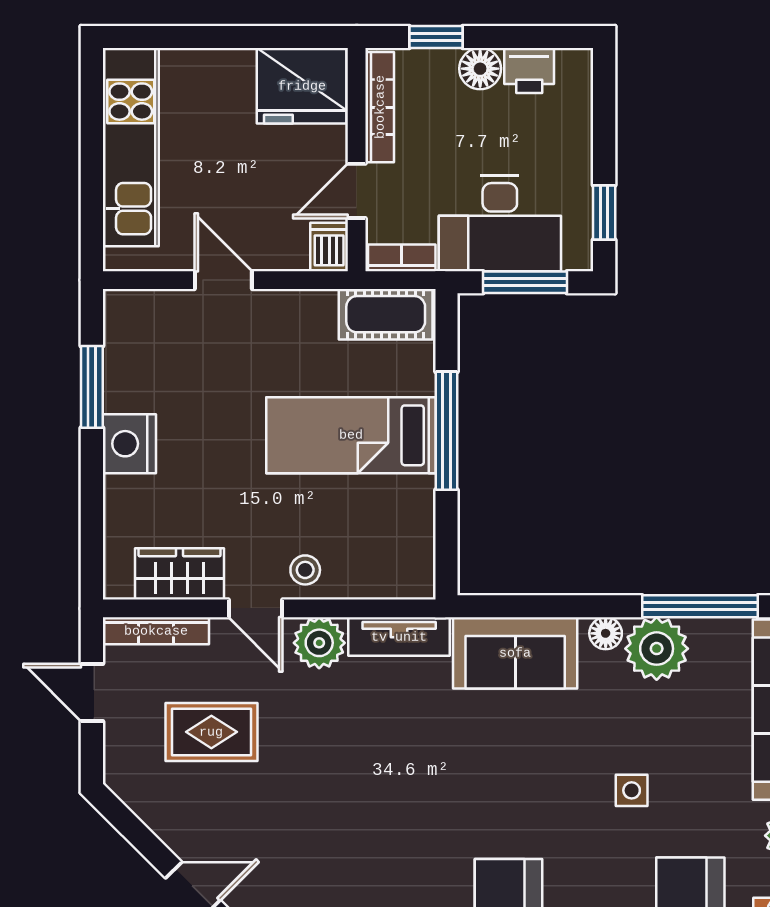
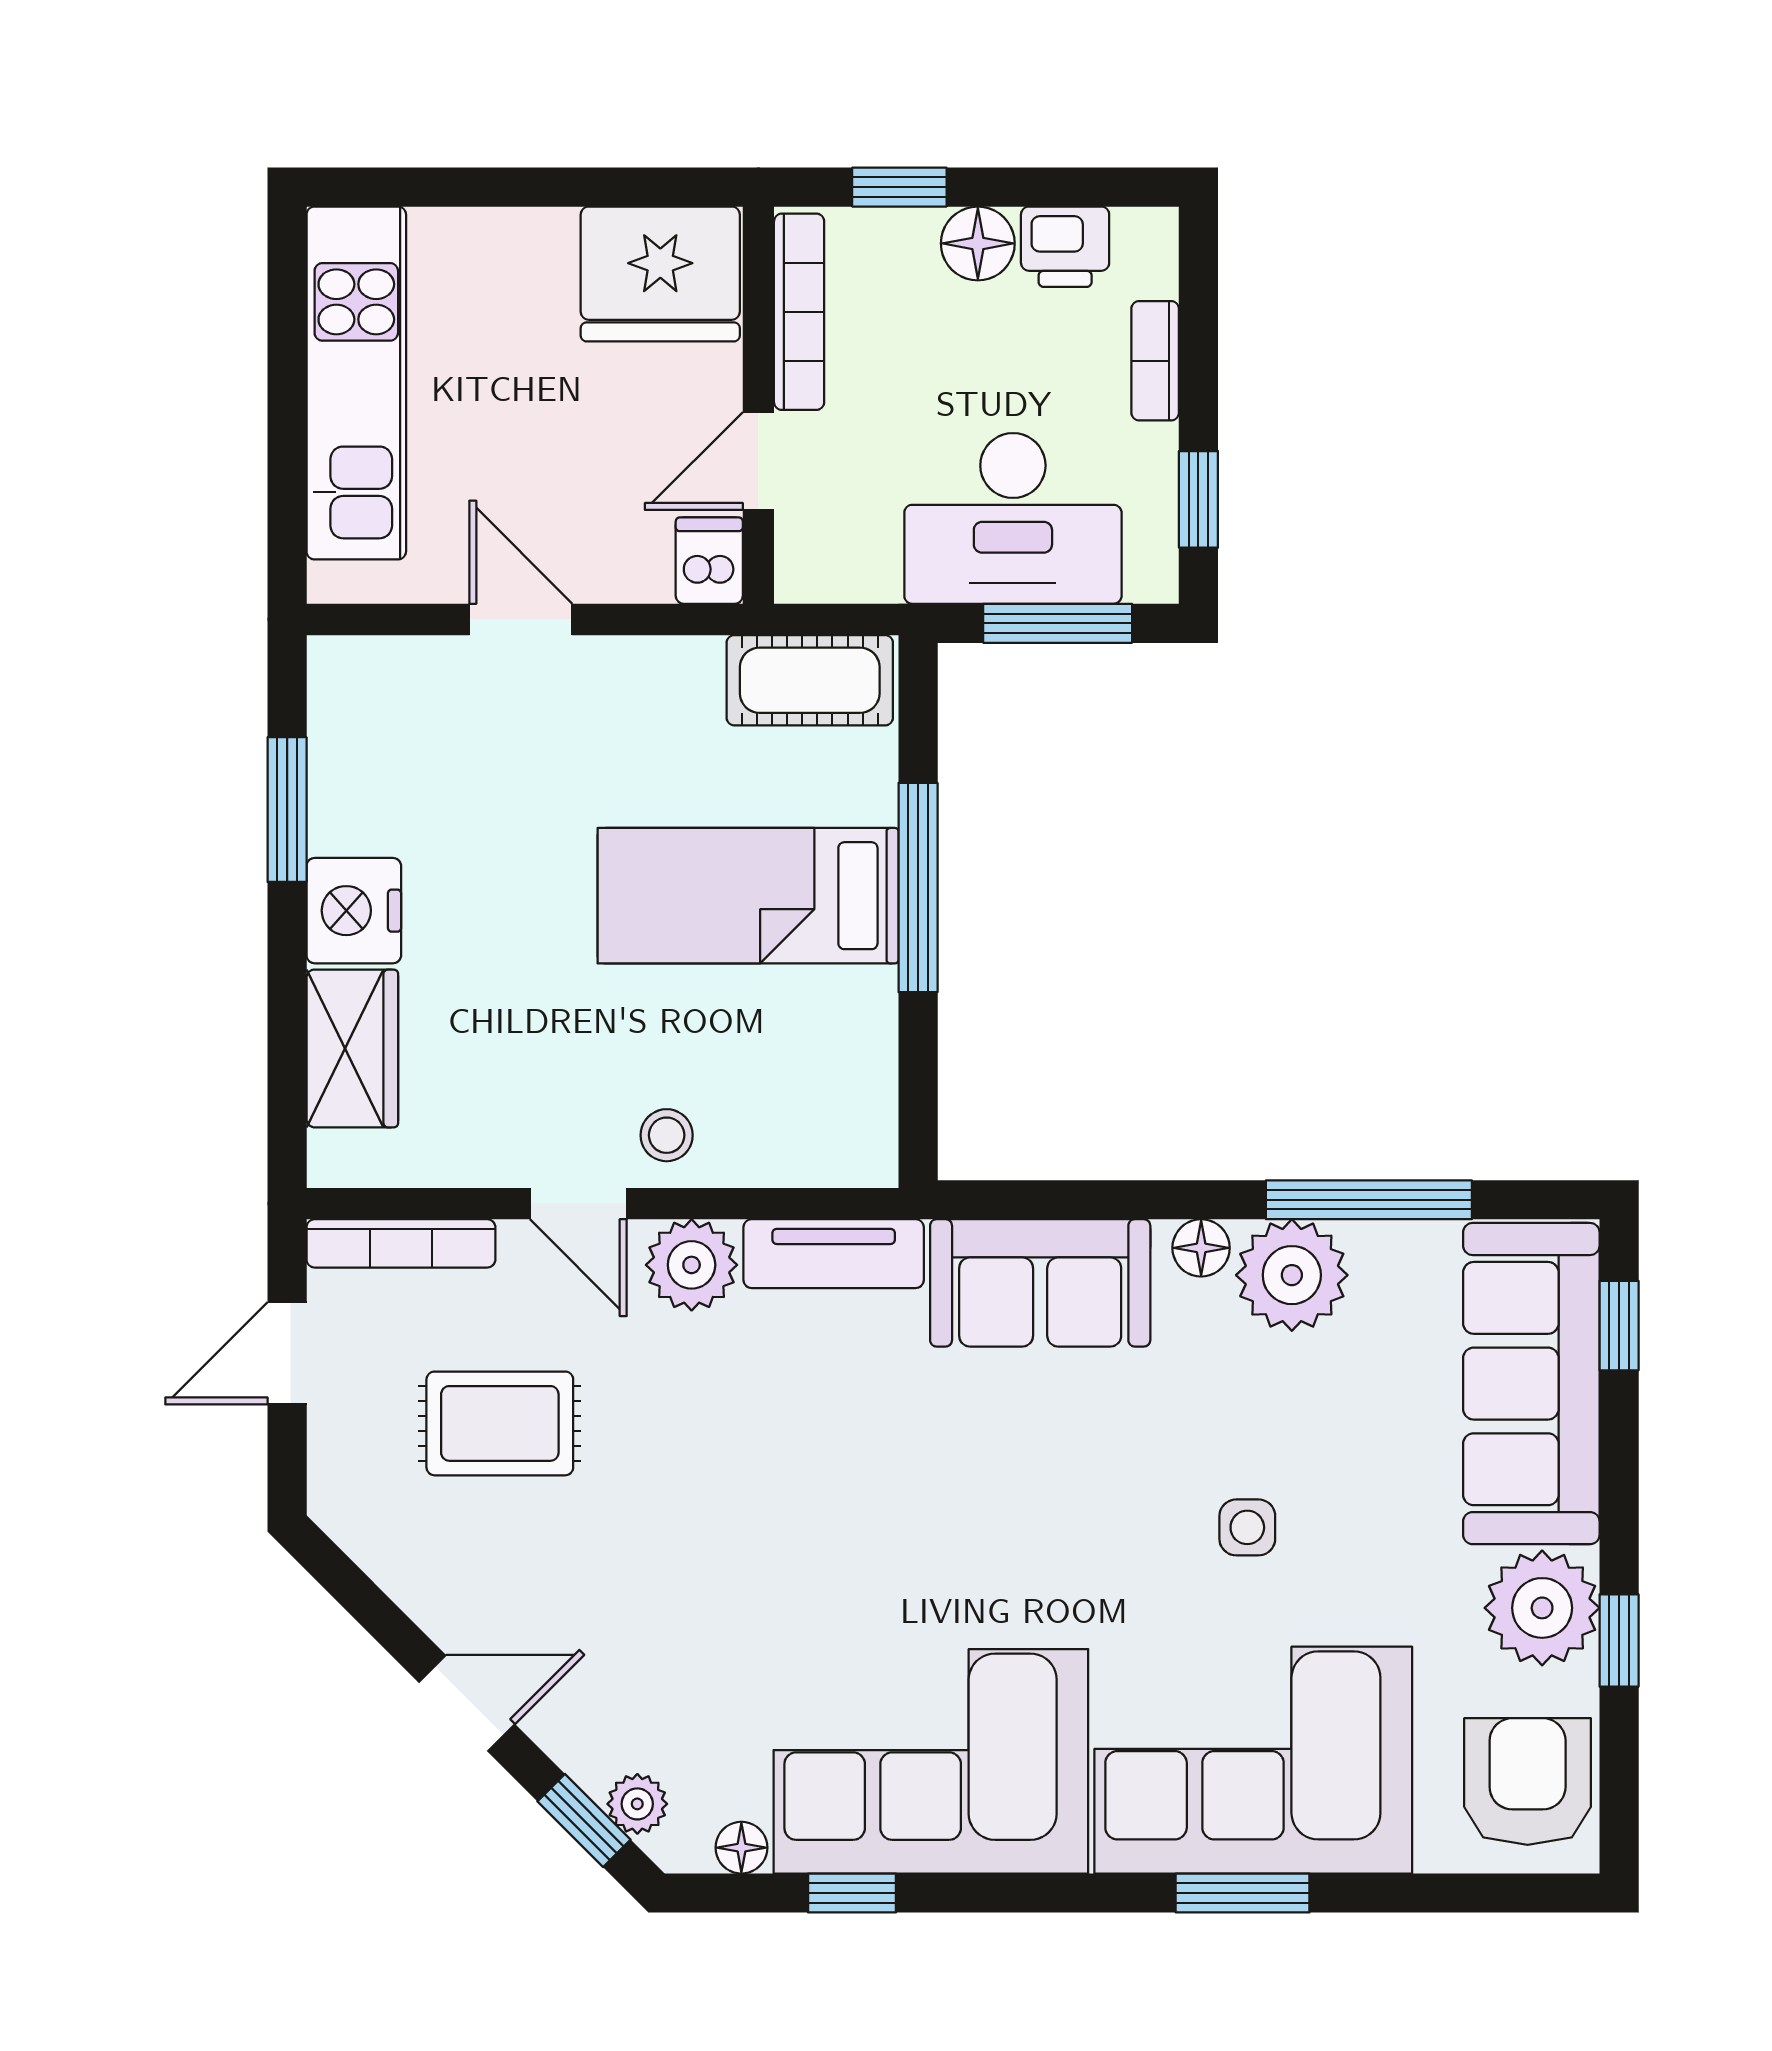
bookcase: (402, 258) -> (1155, 361), moved, turned -90
wardrobe: (179, 574) -> (352, 1048), moved, turned 90
door: (92, 693) -> (287, 1353), hinge flipped

